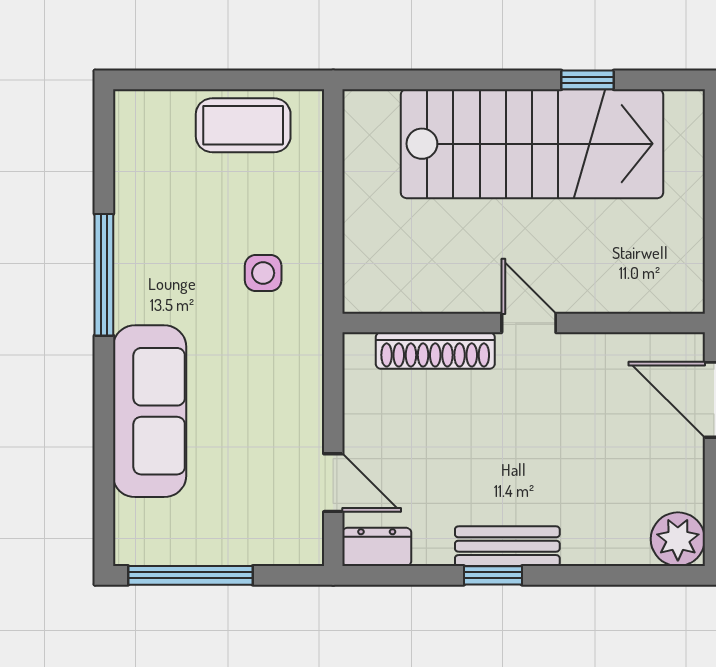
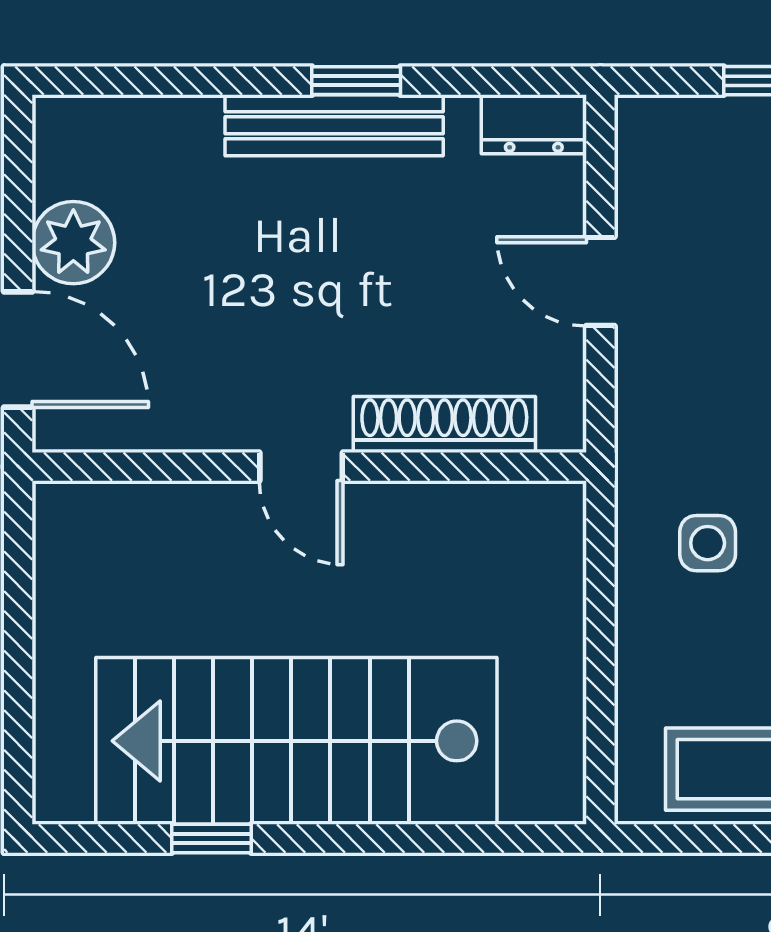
door: (333, 483) -> (600, 281), moved
plant: (678, 539) -> (73, 243), moved
bench: (507, 546) -> (334, 125), width x1.36

